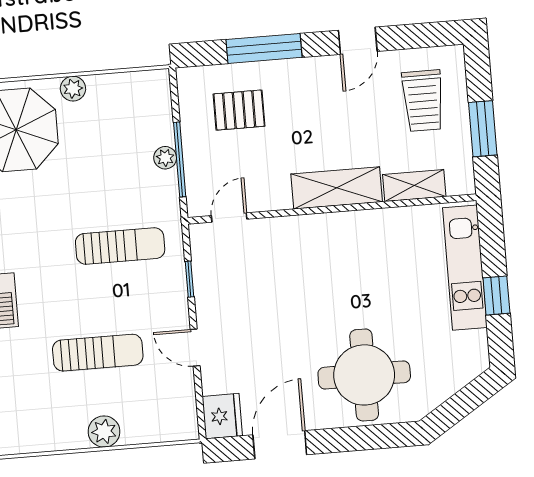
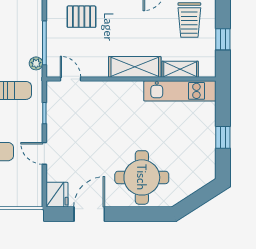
window: (483, 129) -> (223, 39), width x0.67
plant: (165, 158) -> (36, 63), moved
door: (229, 217) -> (71, 79), hinge flipped
kitchen unit: (465, 268) -> (180, 91), moved, turned -90

